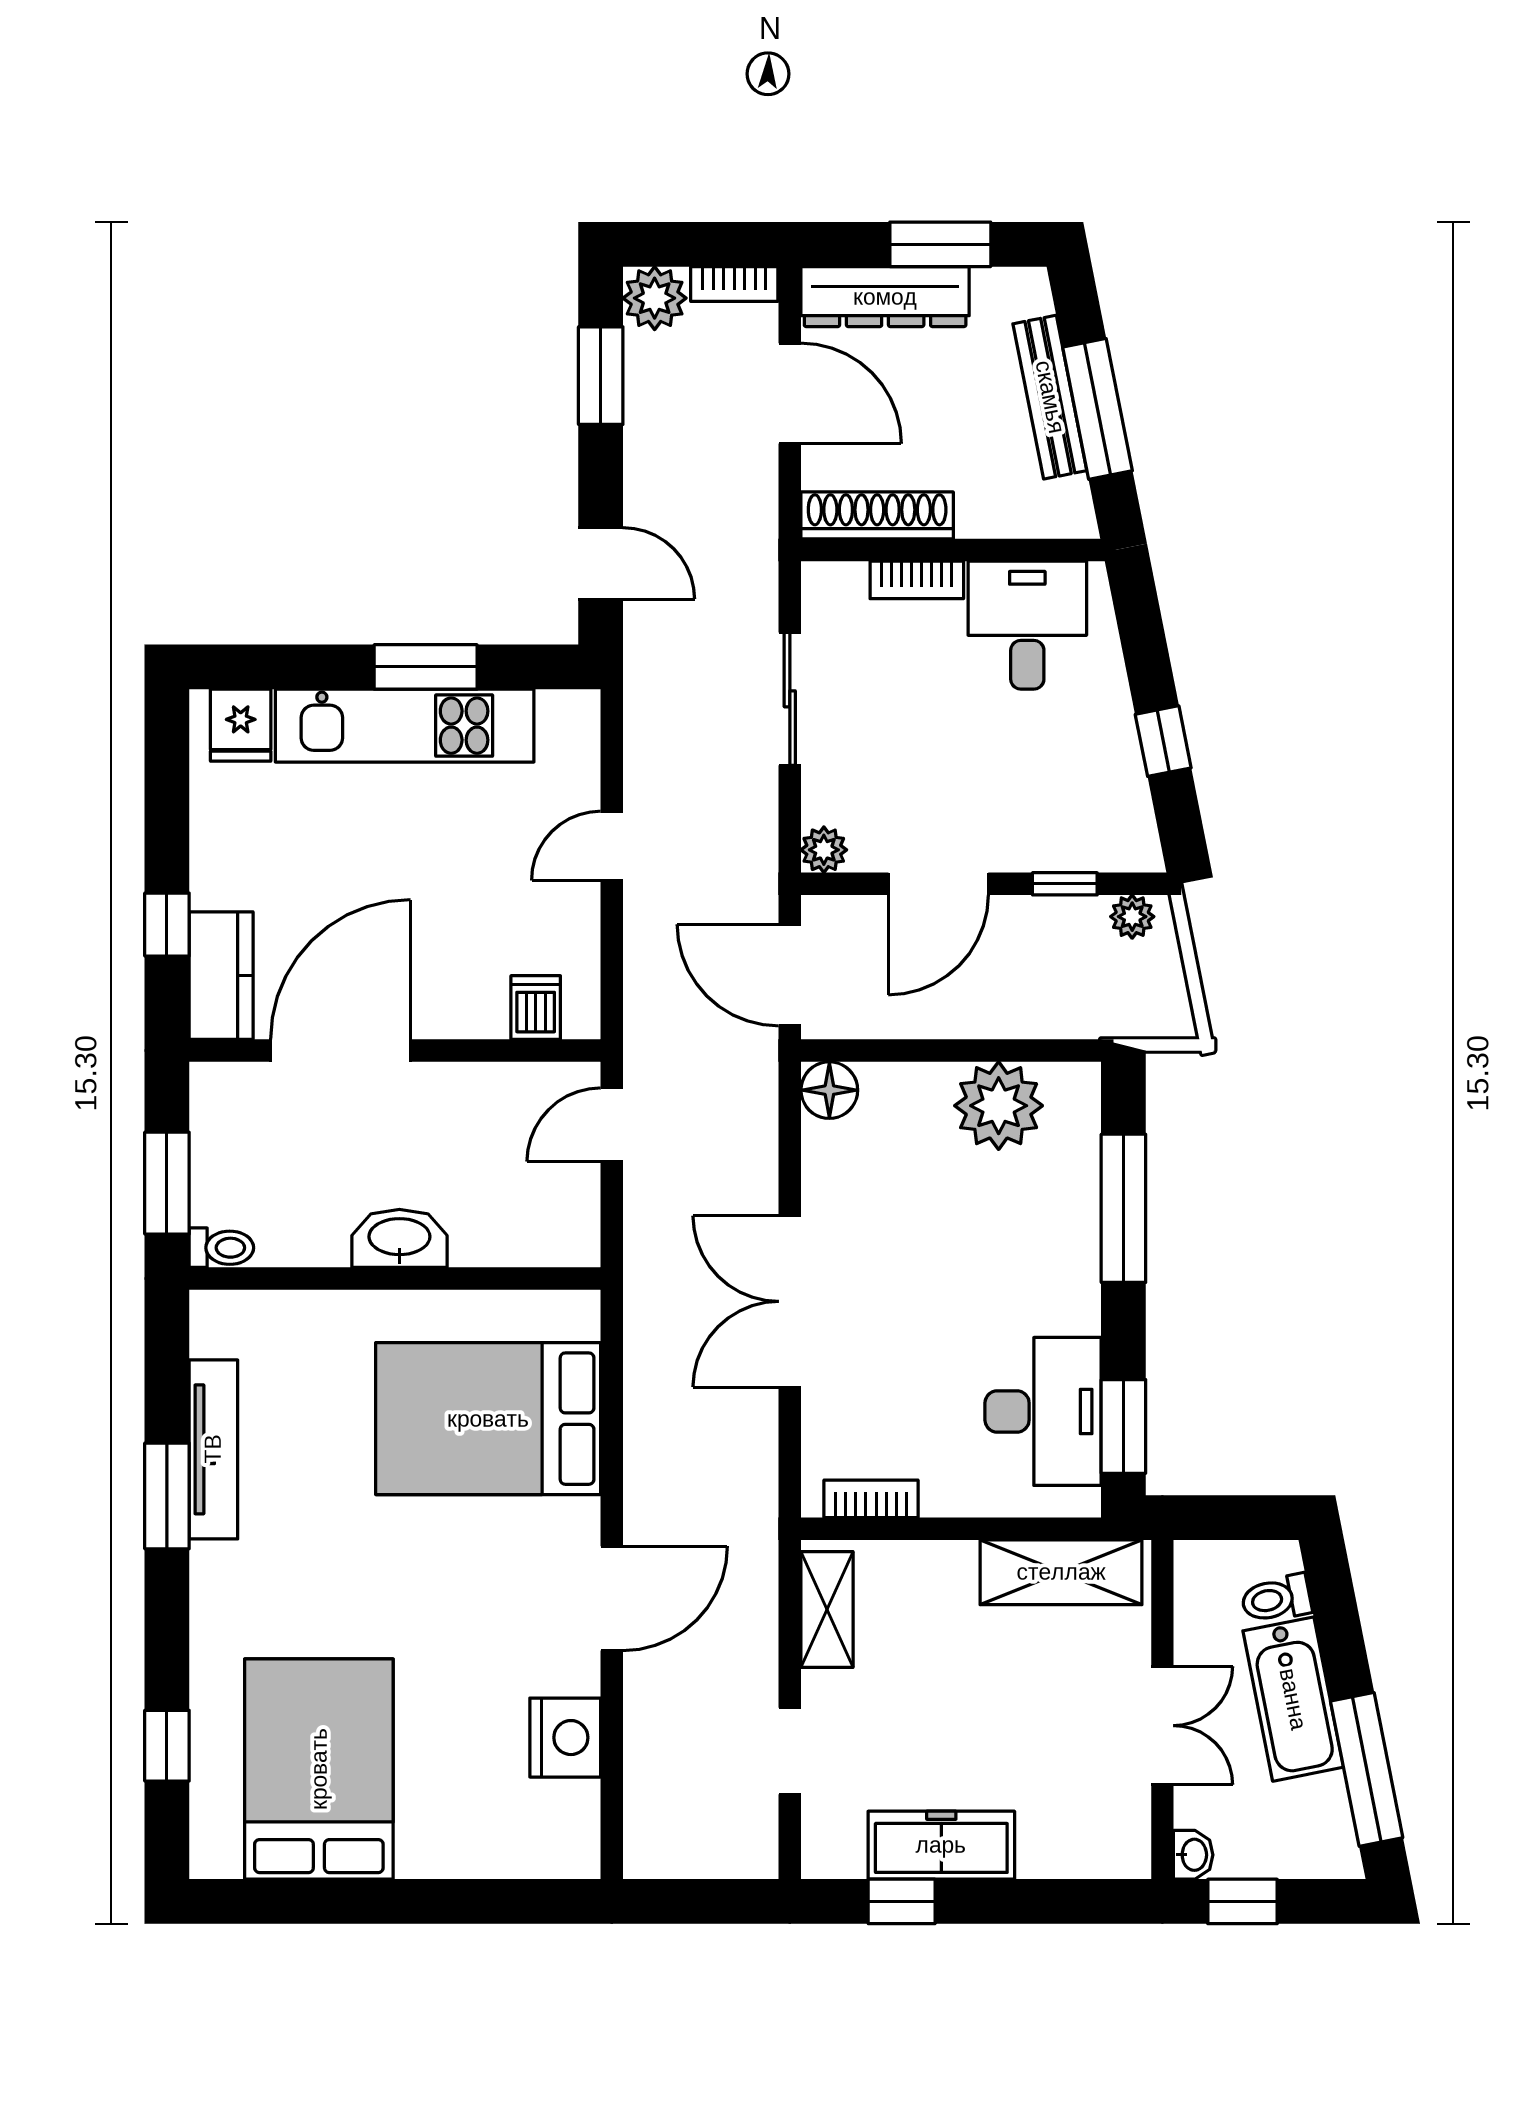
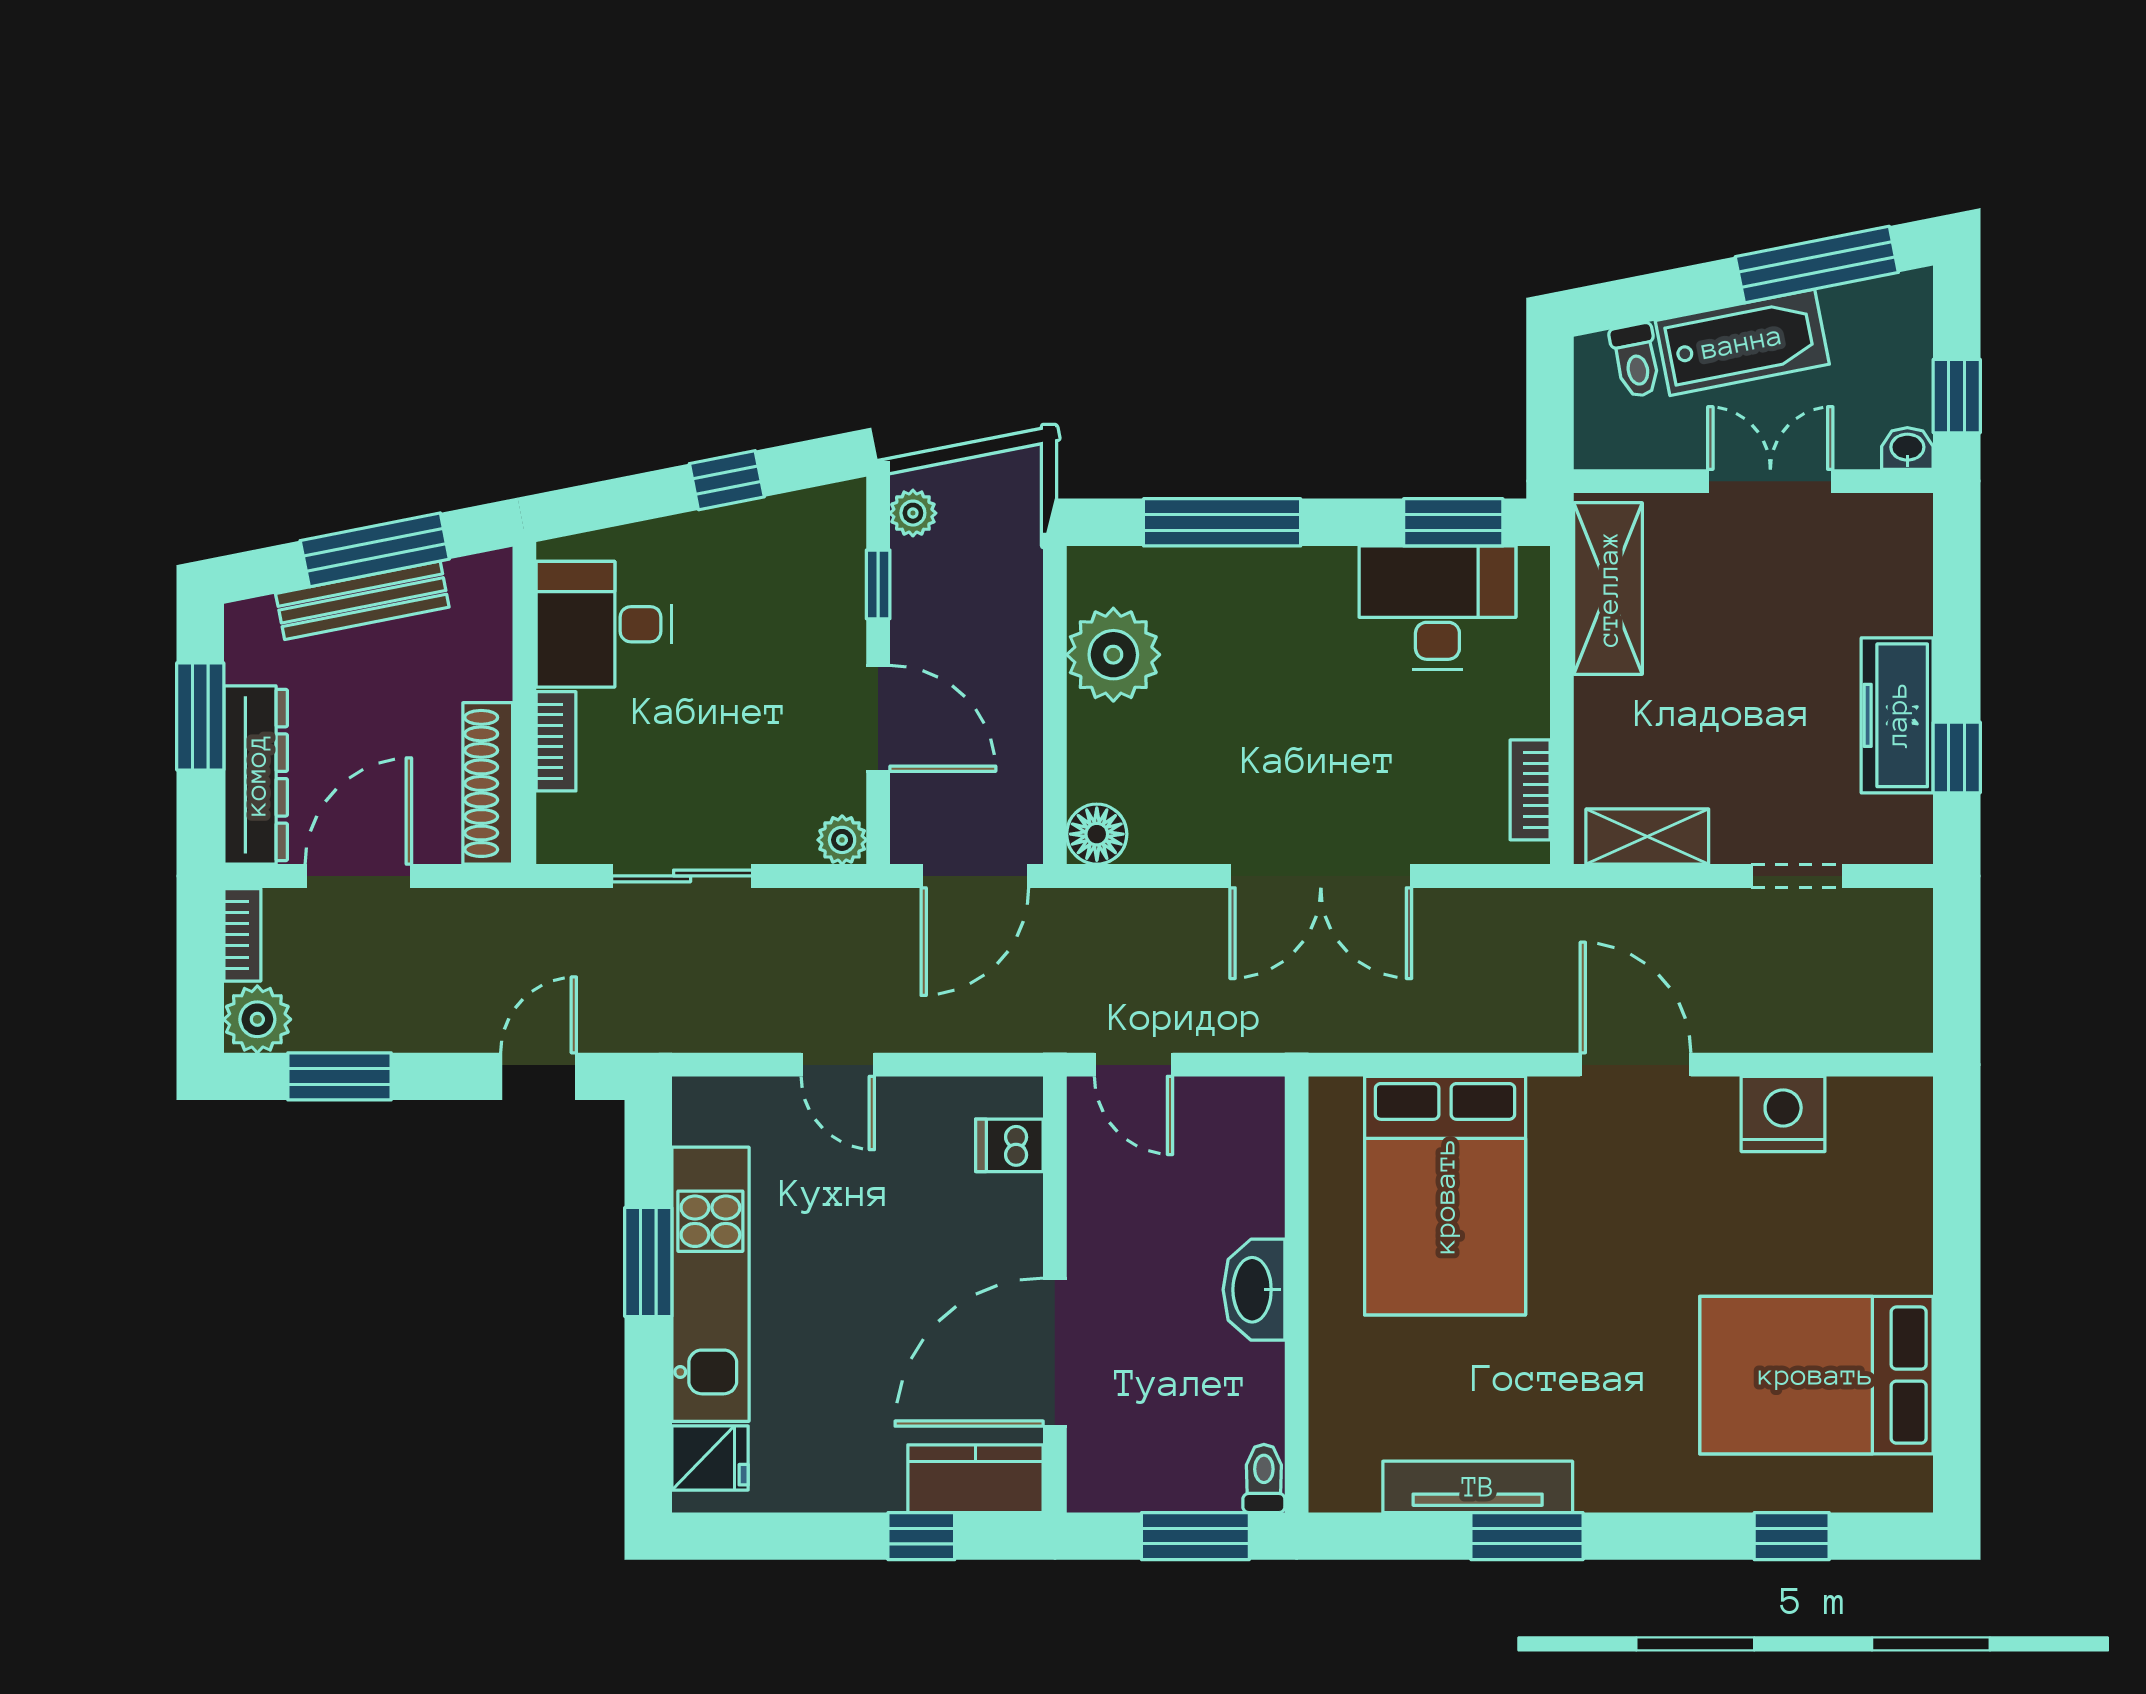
door: (341, 1051) -> (1055, 1352), hinge flipped

